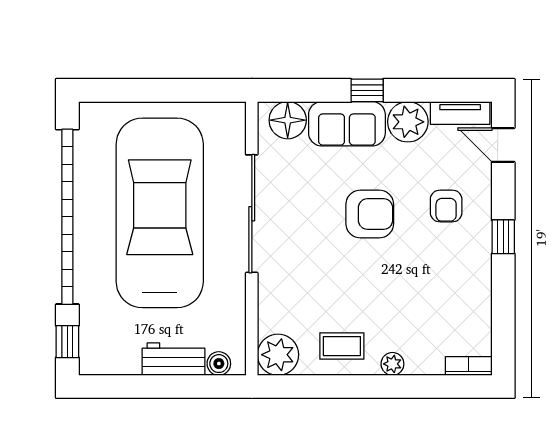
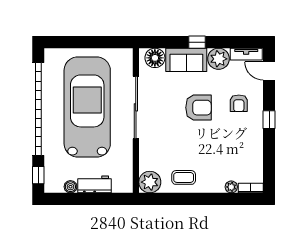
boiler: (219, 364) -> (70, 187), moved
plant: (392, 364) -> (231, 187), moved

